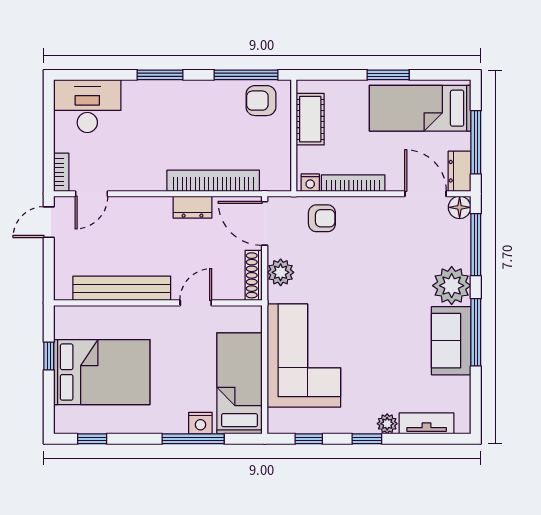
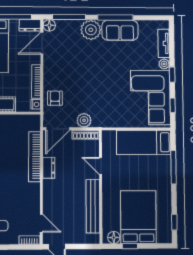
floor lamp: (65, 327) -> (114, 237), added
corner sofa: (304, 355) -> (150, 97), moved, turned -90
nightstand: (200, 423) -> (165, 163), removed

